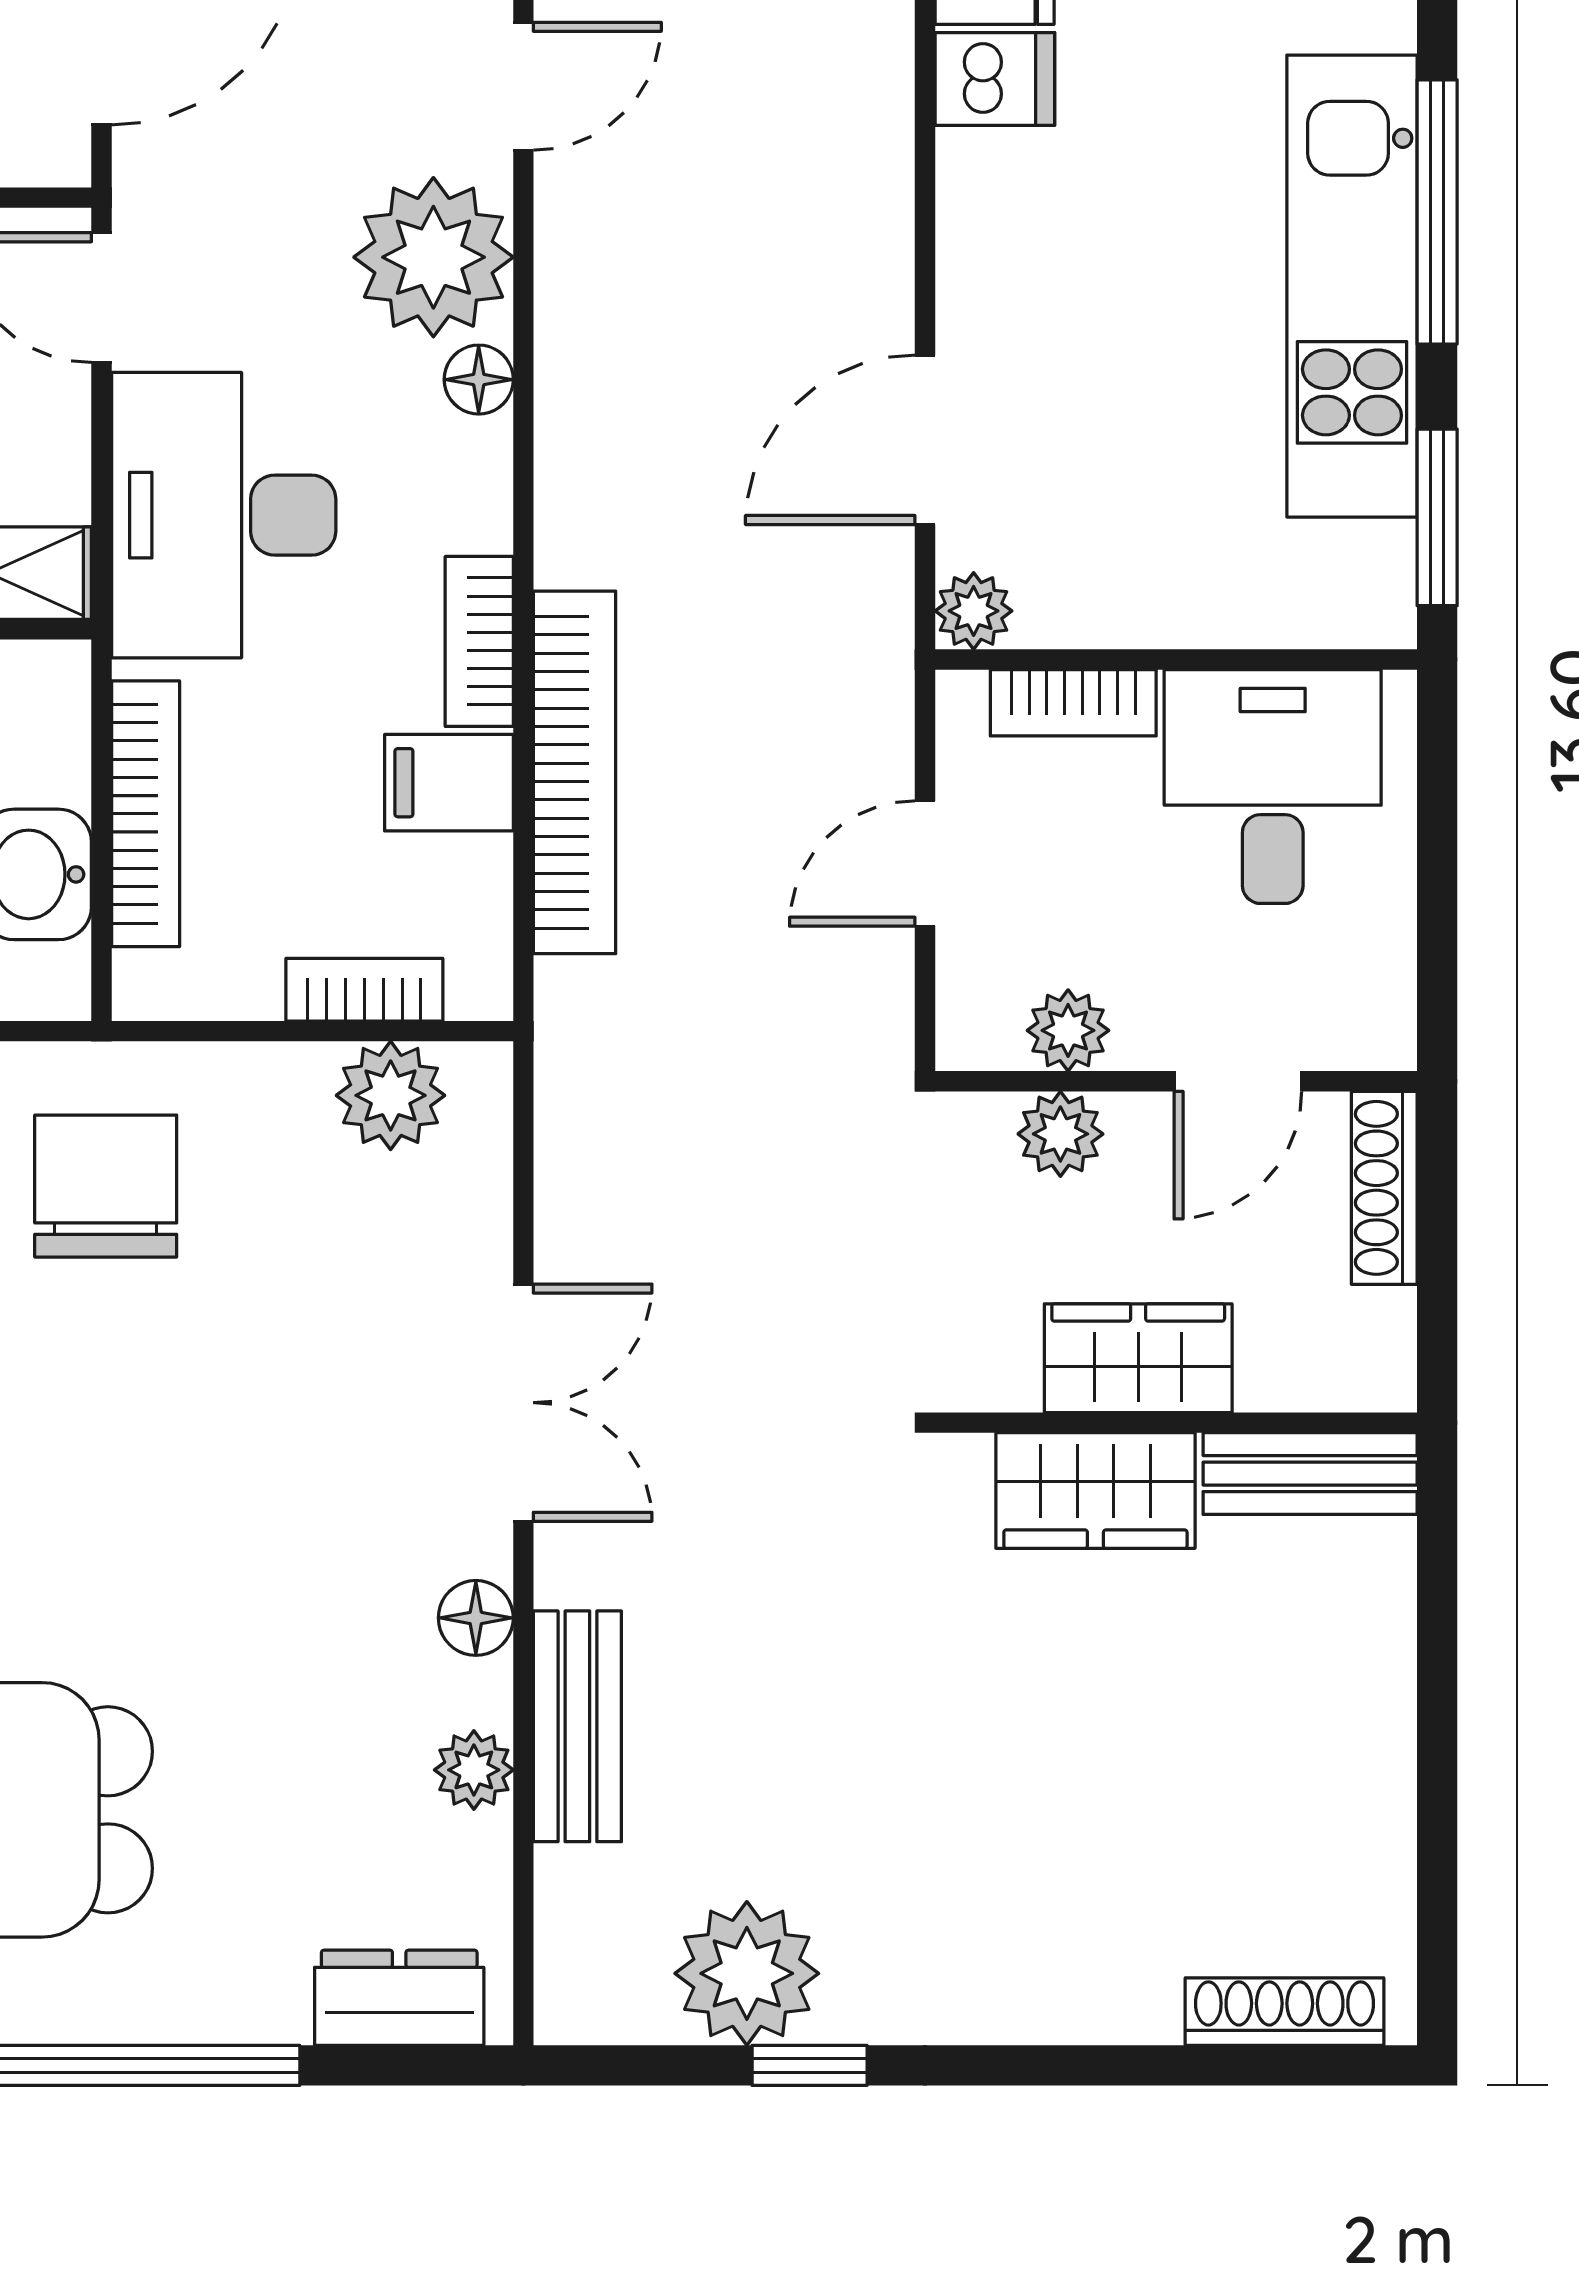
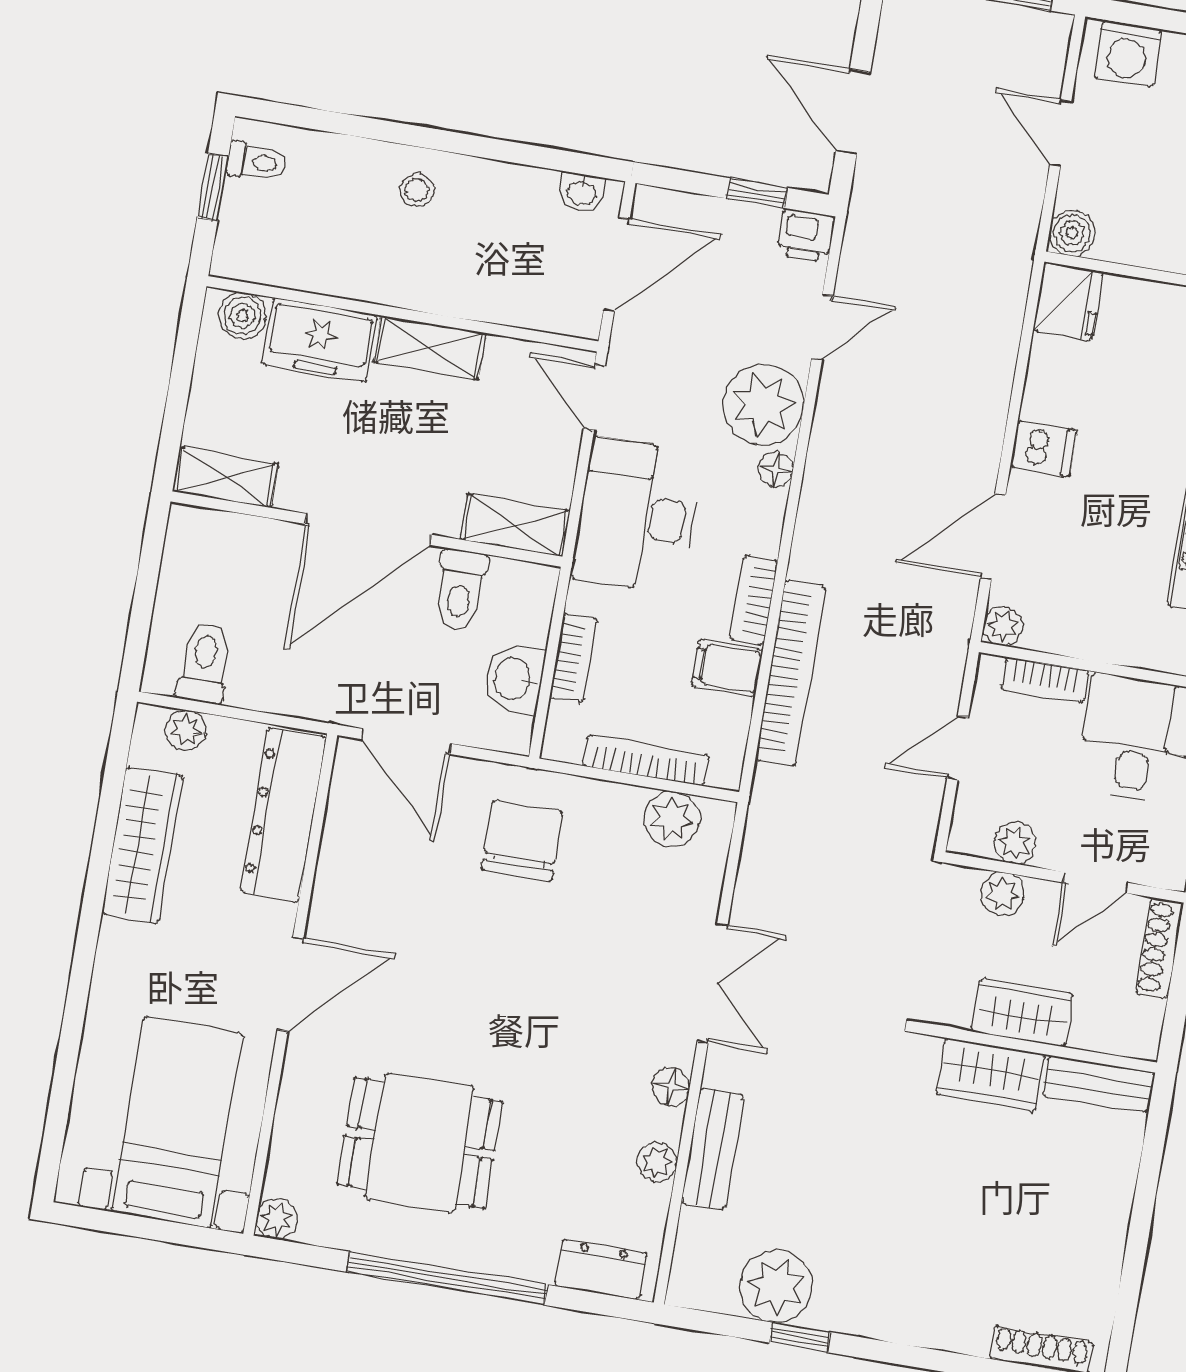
dishwasher: (995, 79) -> (1043, 449), moved
bookcase: (146, 814) -> (573, 658), width x0.64
bookcase: (364, 990) -> (646, 760), width x1.56

